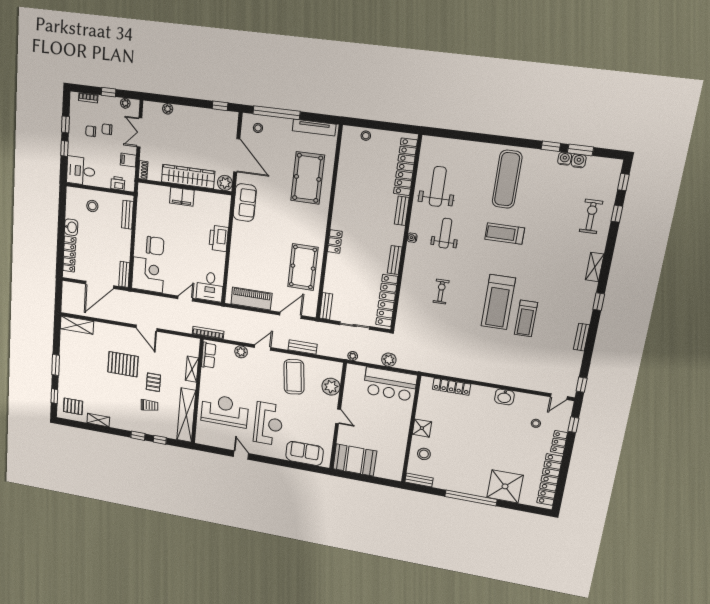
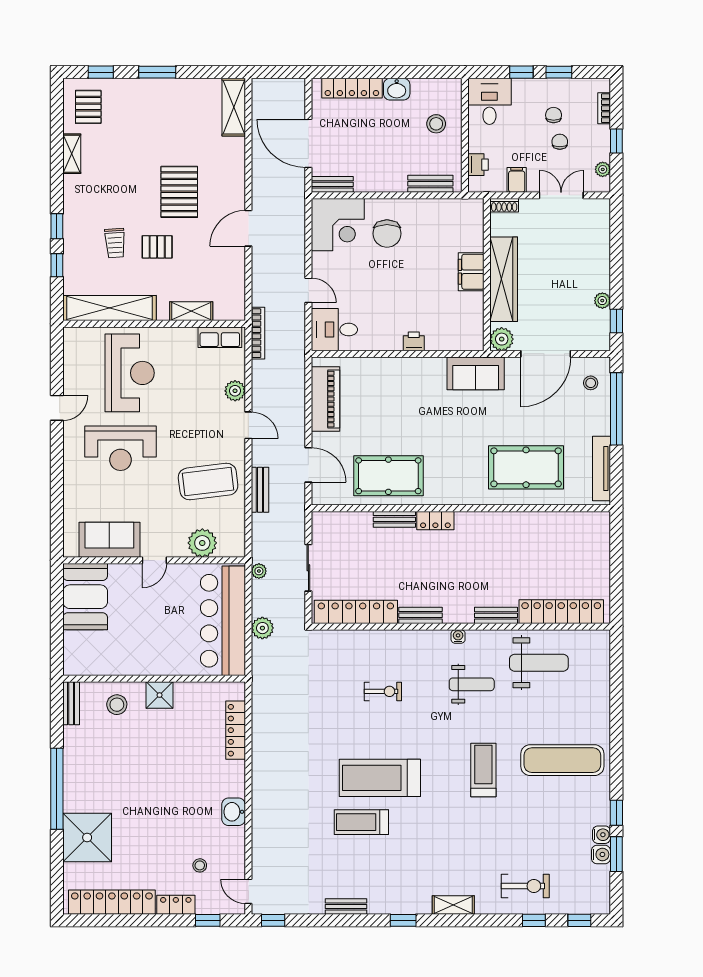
plant: (168, 109) -> (602, 301), moved
stool: (366, 136) -> (599, 547), removed
printer: (219, 238) -> (414, 341), width x0.53, depth x0.68
bench: (326, 306) -> (394, 519), moved
bar counter: (390, 384) -> (223, 621), width x1.36
sofa: (304, 453) -> (109, 540), moved, turned -90

